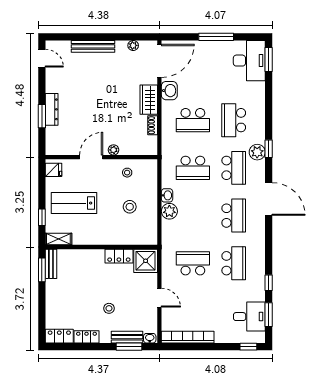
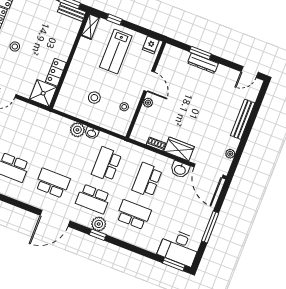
lab bench: (74, 203) -> (116, 52), turned 180
school desk: (234, 216) -> (53, 183), turned 180
school desk: (193, 263) -> (25, 133), removed

